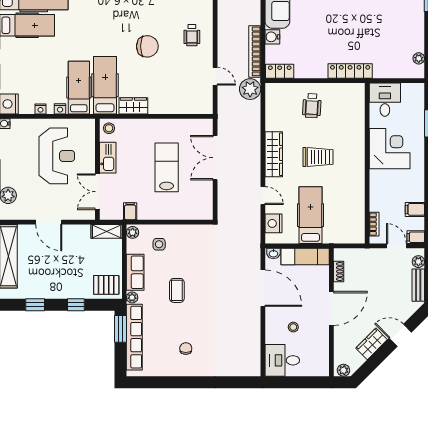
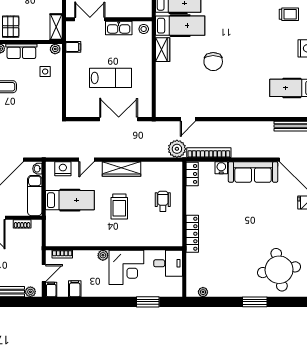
wheelchair: (192, 35) -> (223, 99), removed
wheelchair: (312, 106) -> (163, 201), turned 87
plant: (375, 176) -> (103, 255), added

